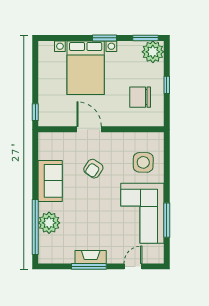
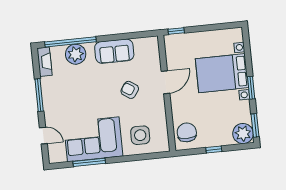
chair: (140, 97) -> (187, 132), moved
fireplace: (91, 257) -> (45, 62), moved

